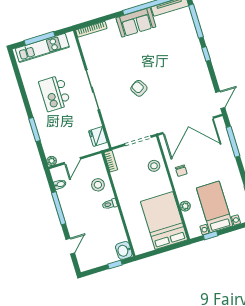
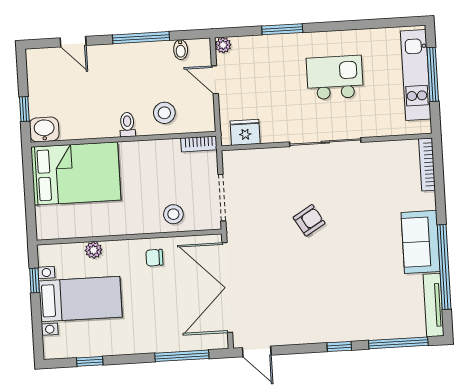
bed: (164, 221) -> (76, 173), moved

